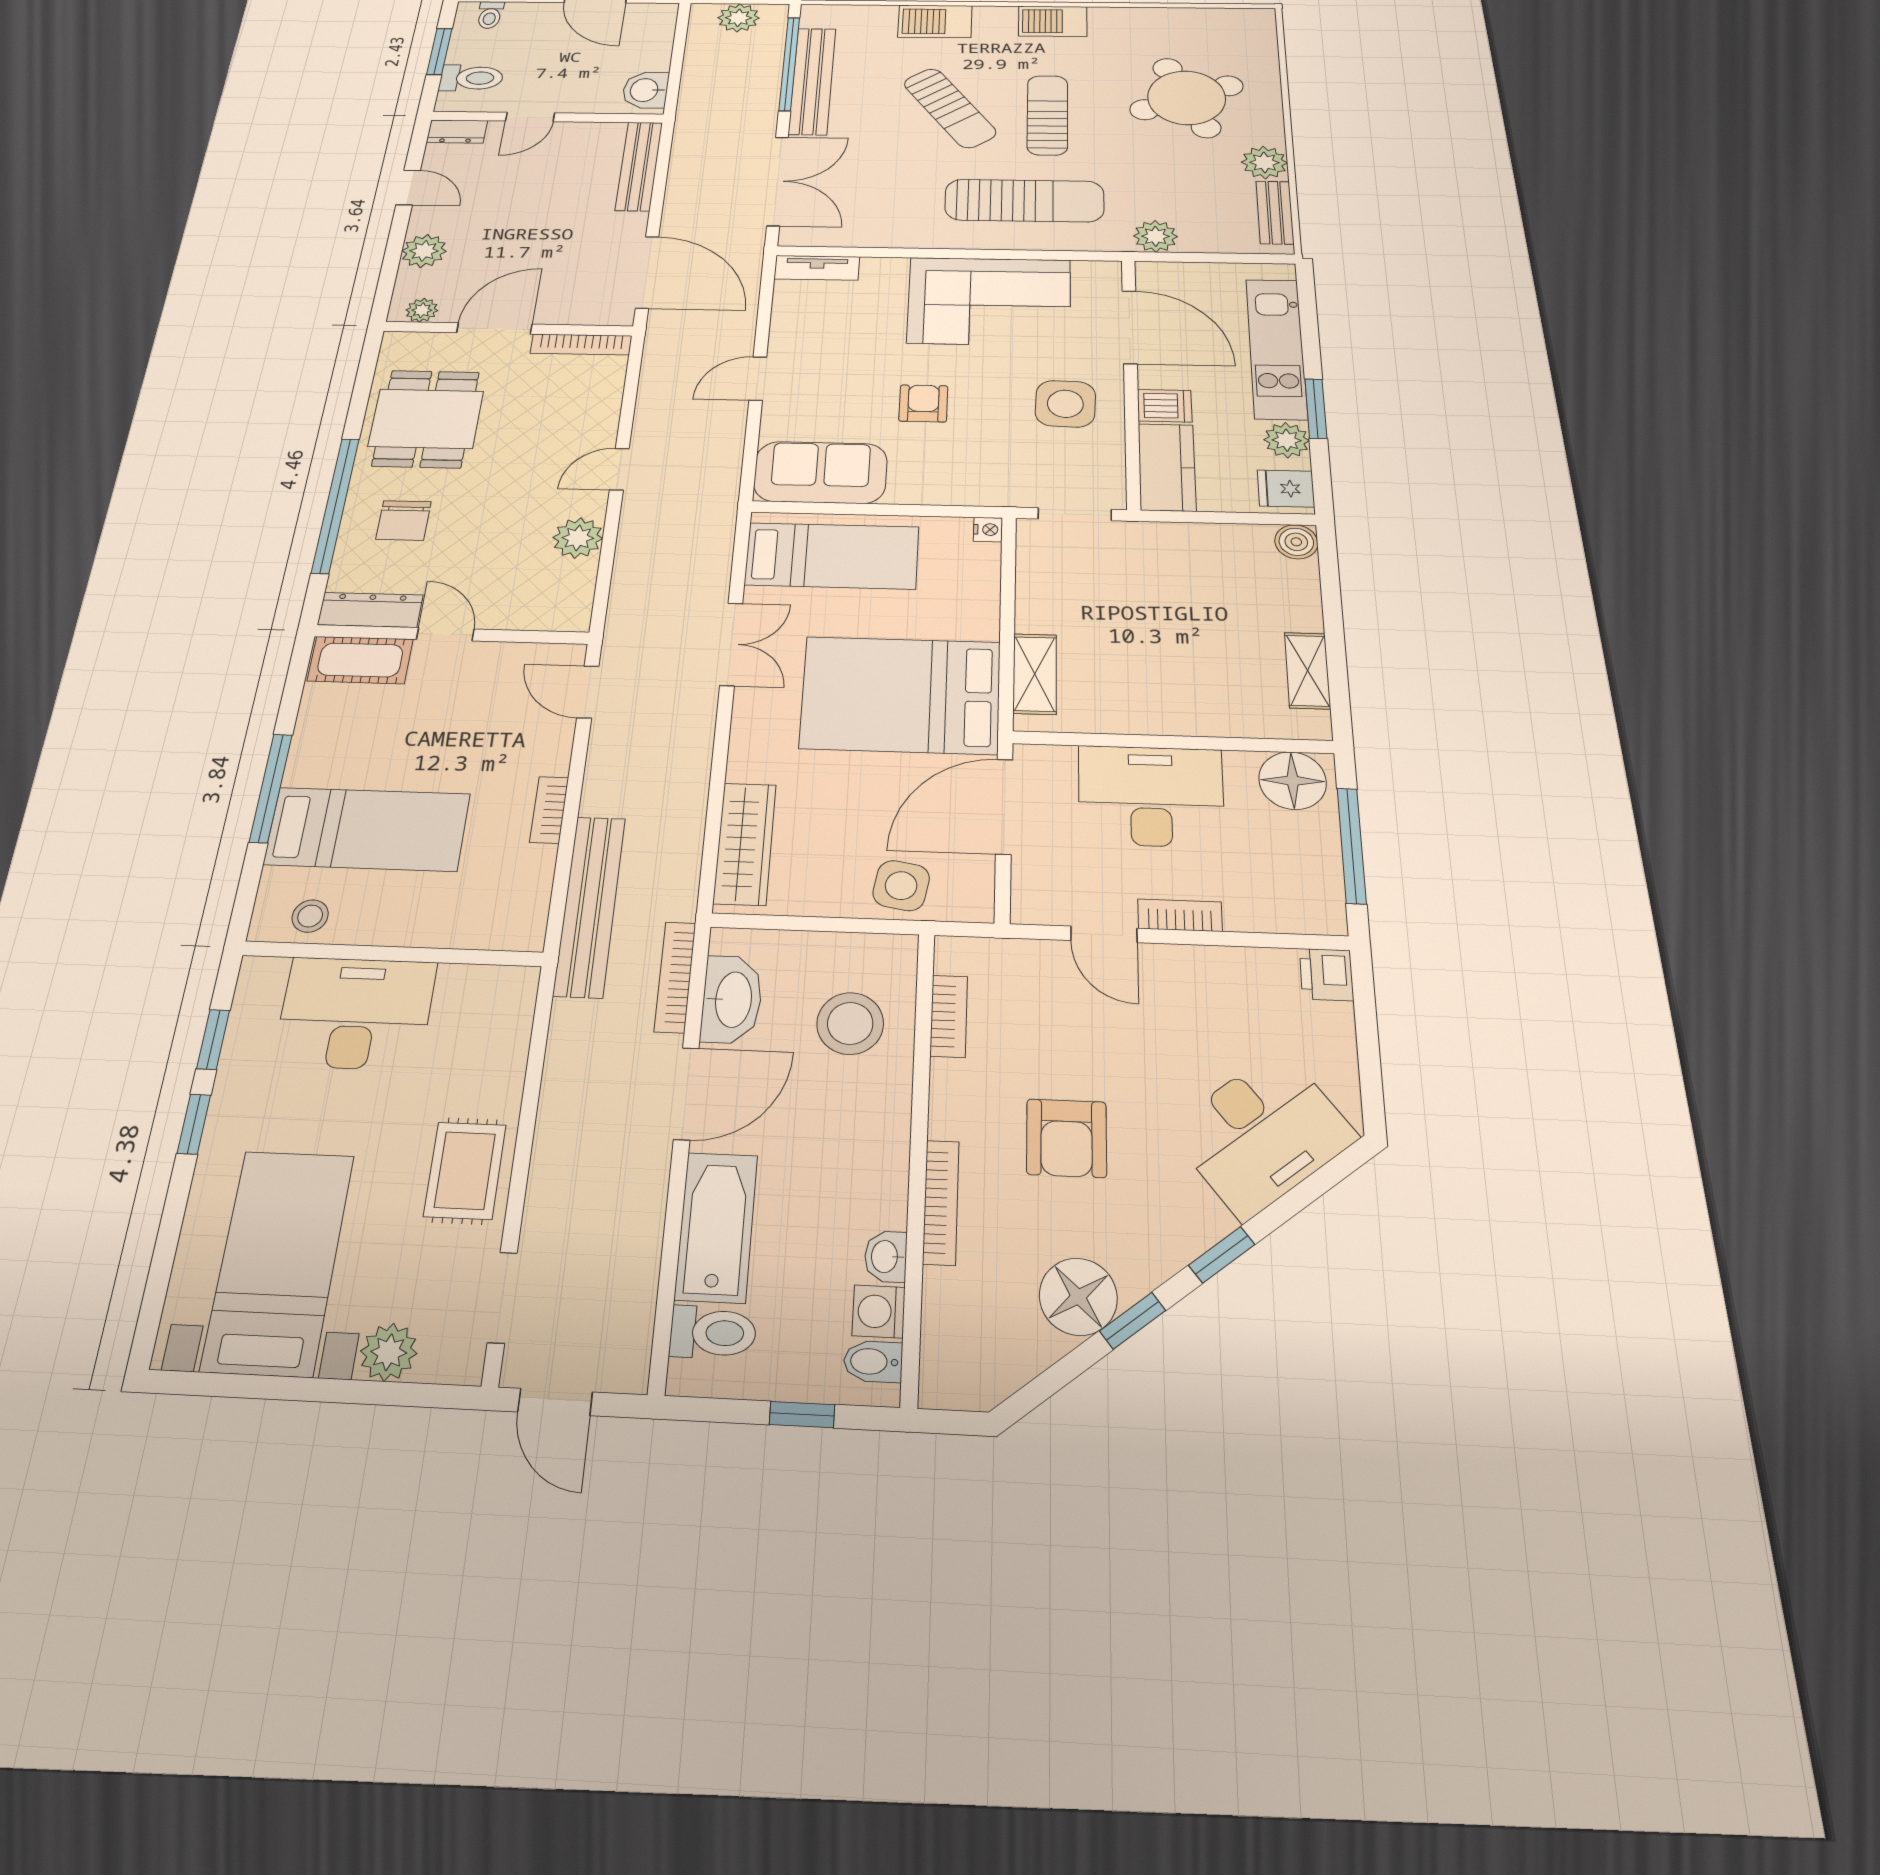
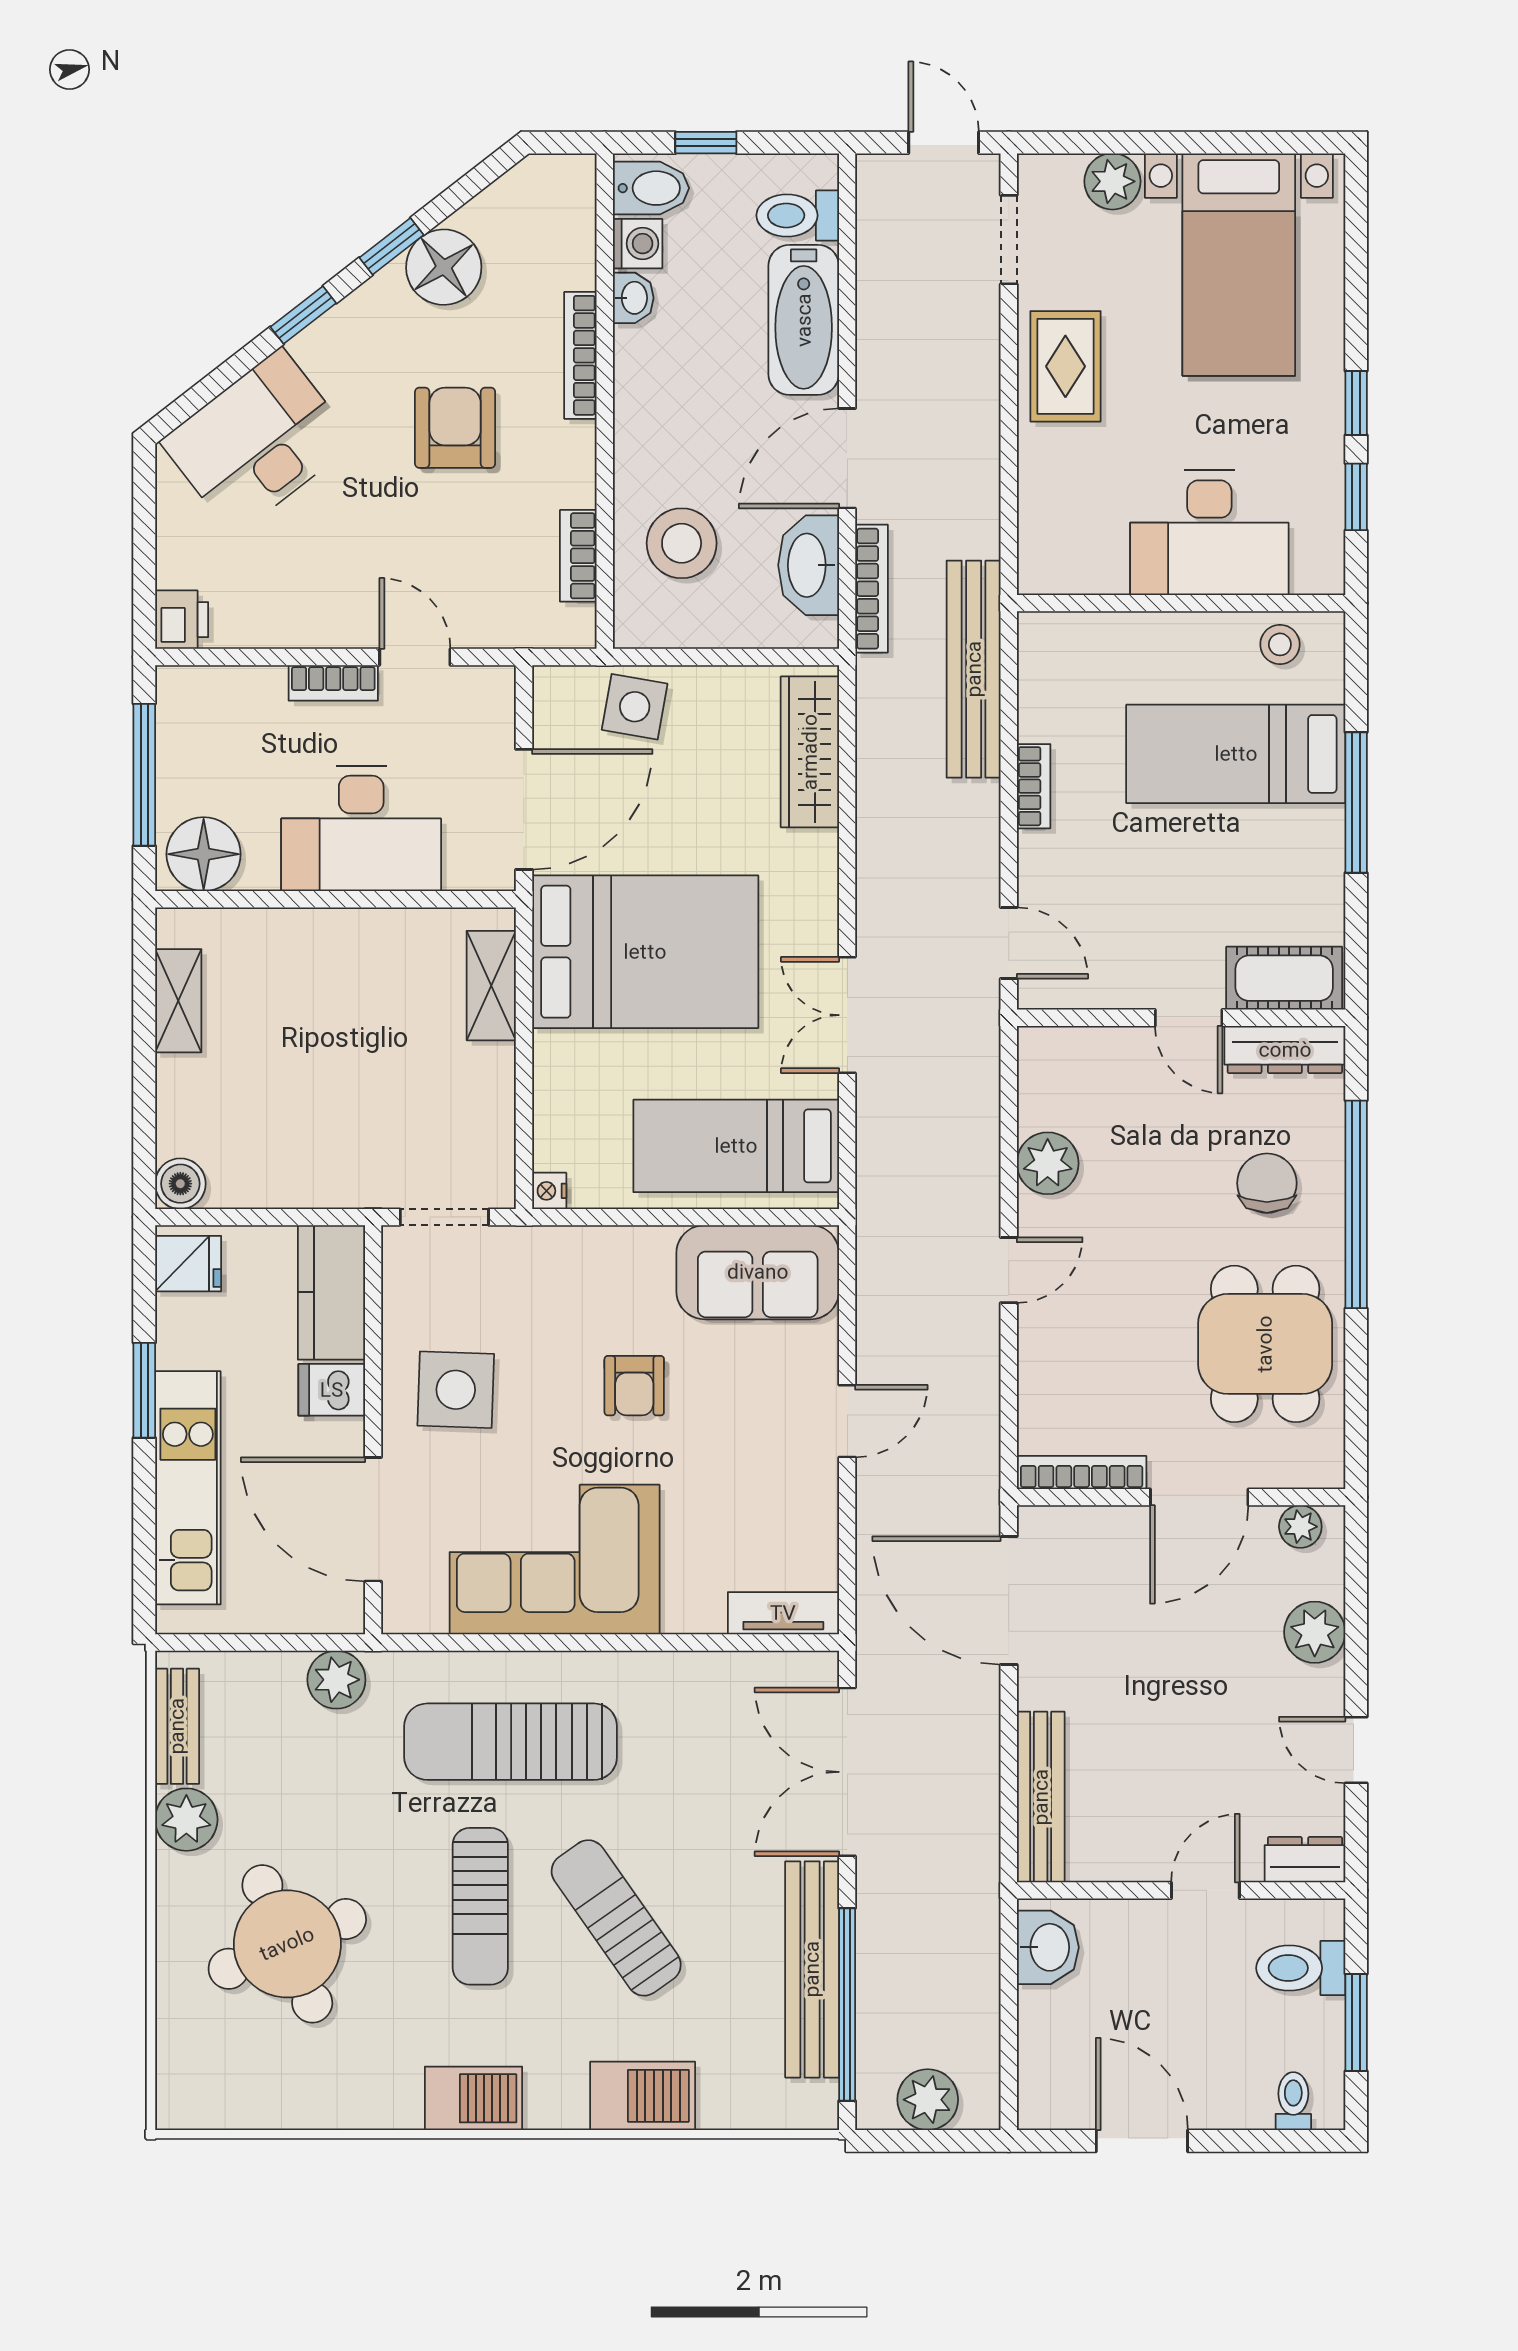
plant: (1287, 440) -> (183, 1339), removed
bidet: (873, 1362) -> (651, 188), width x1.38, depth x1.36

